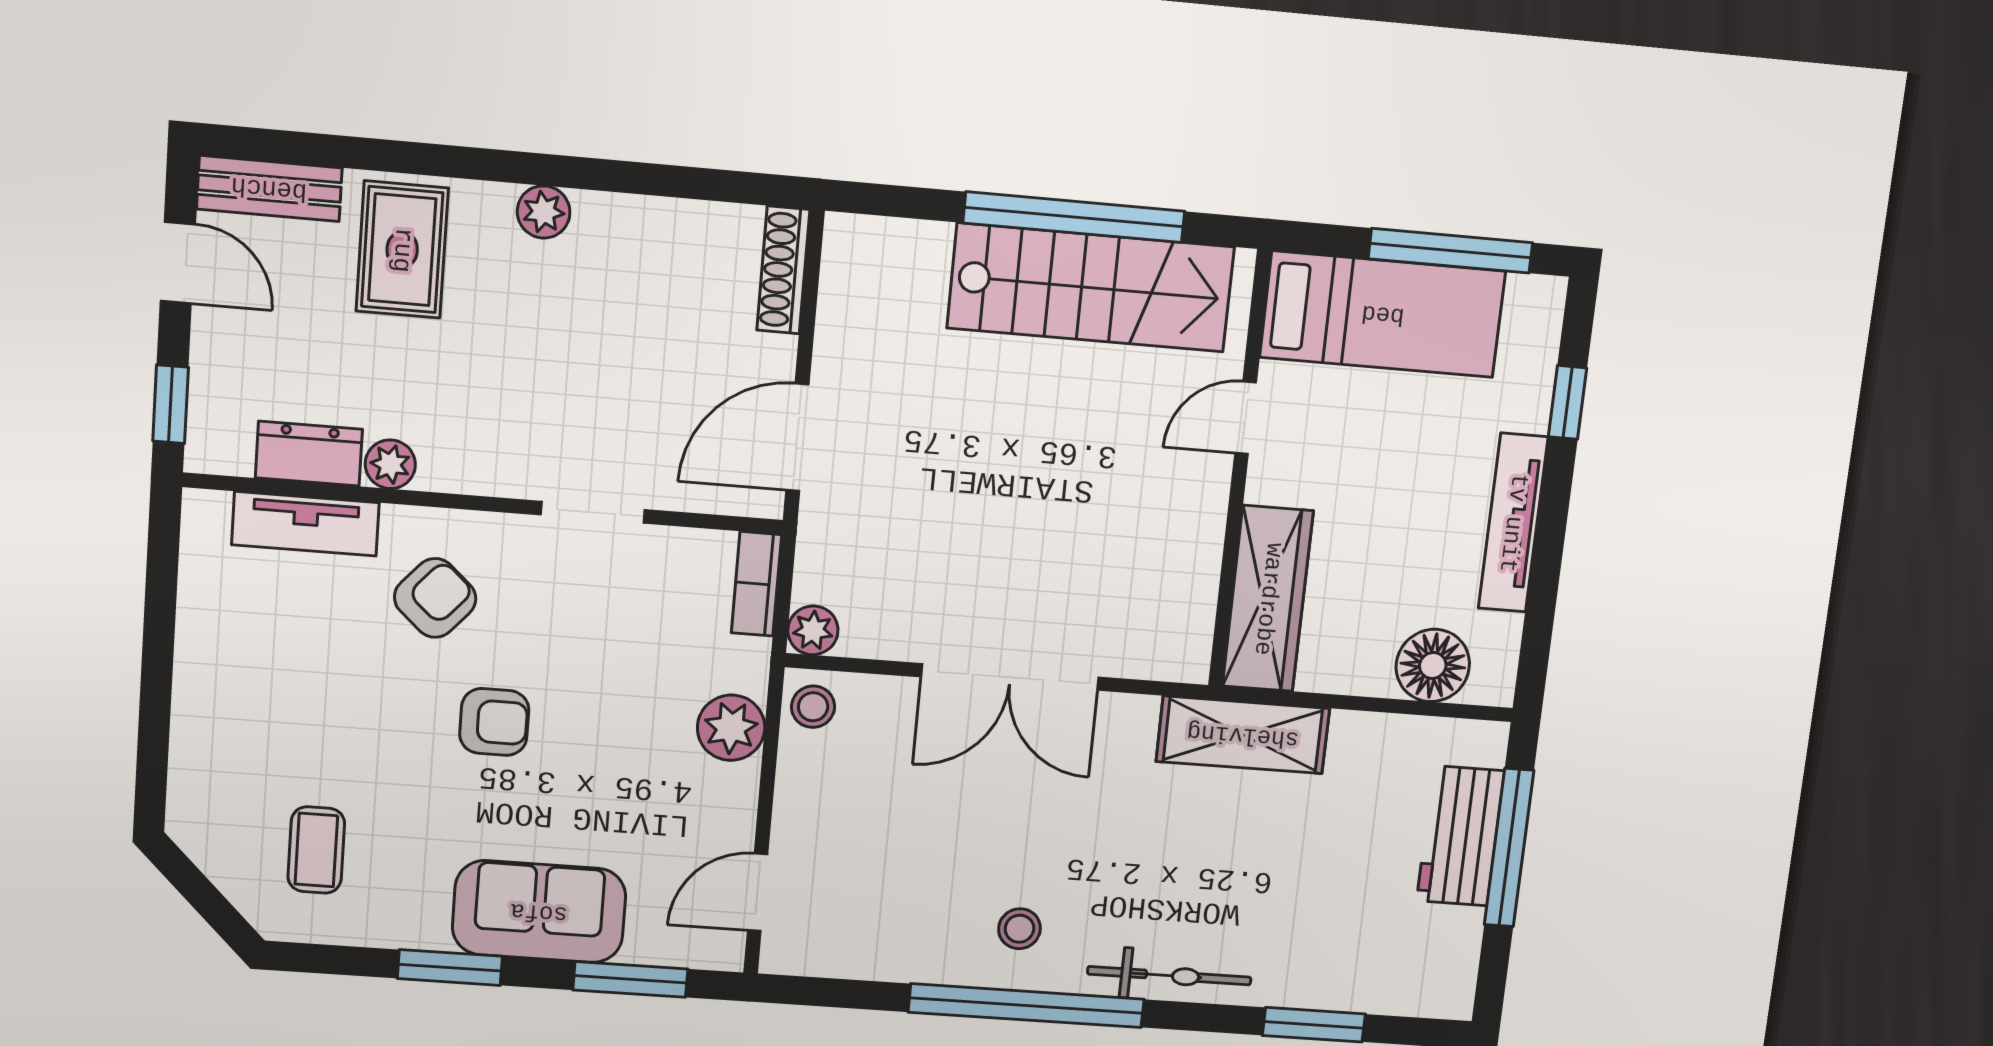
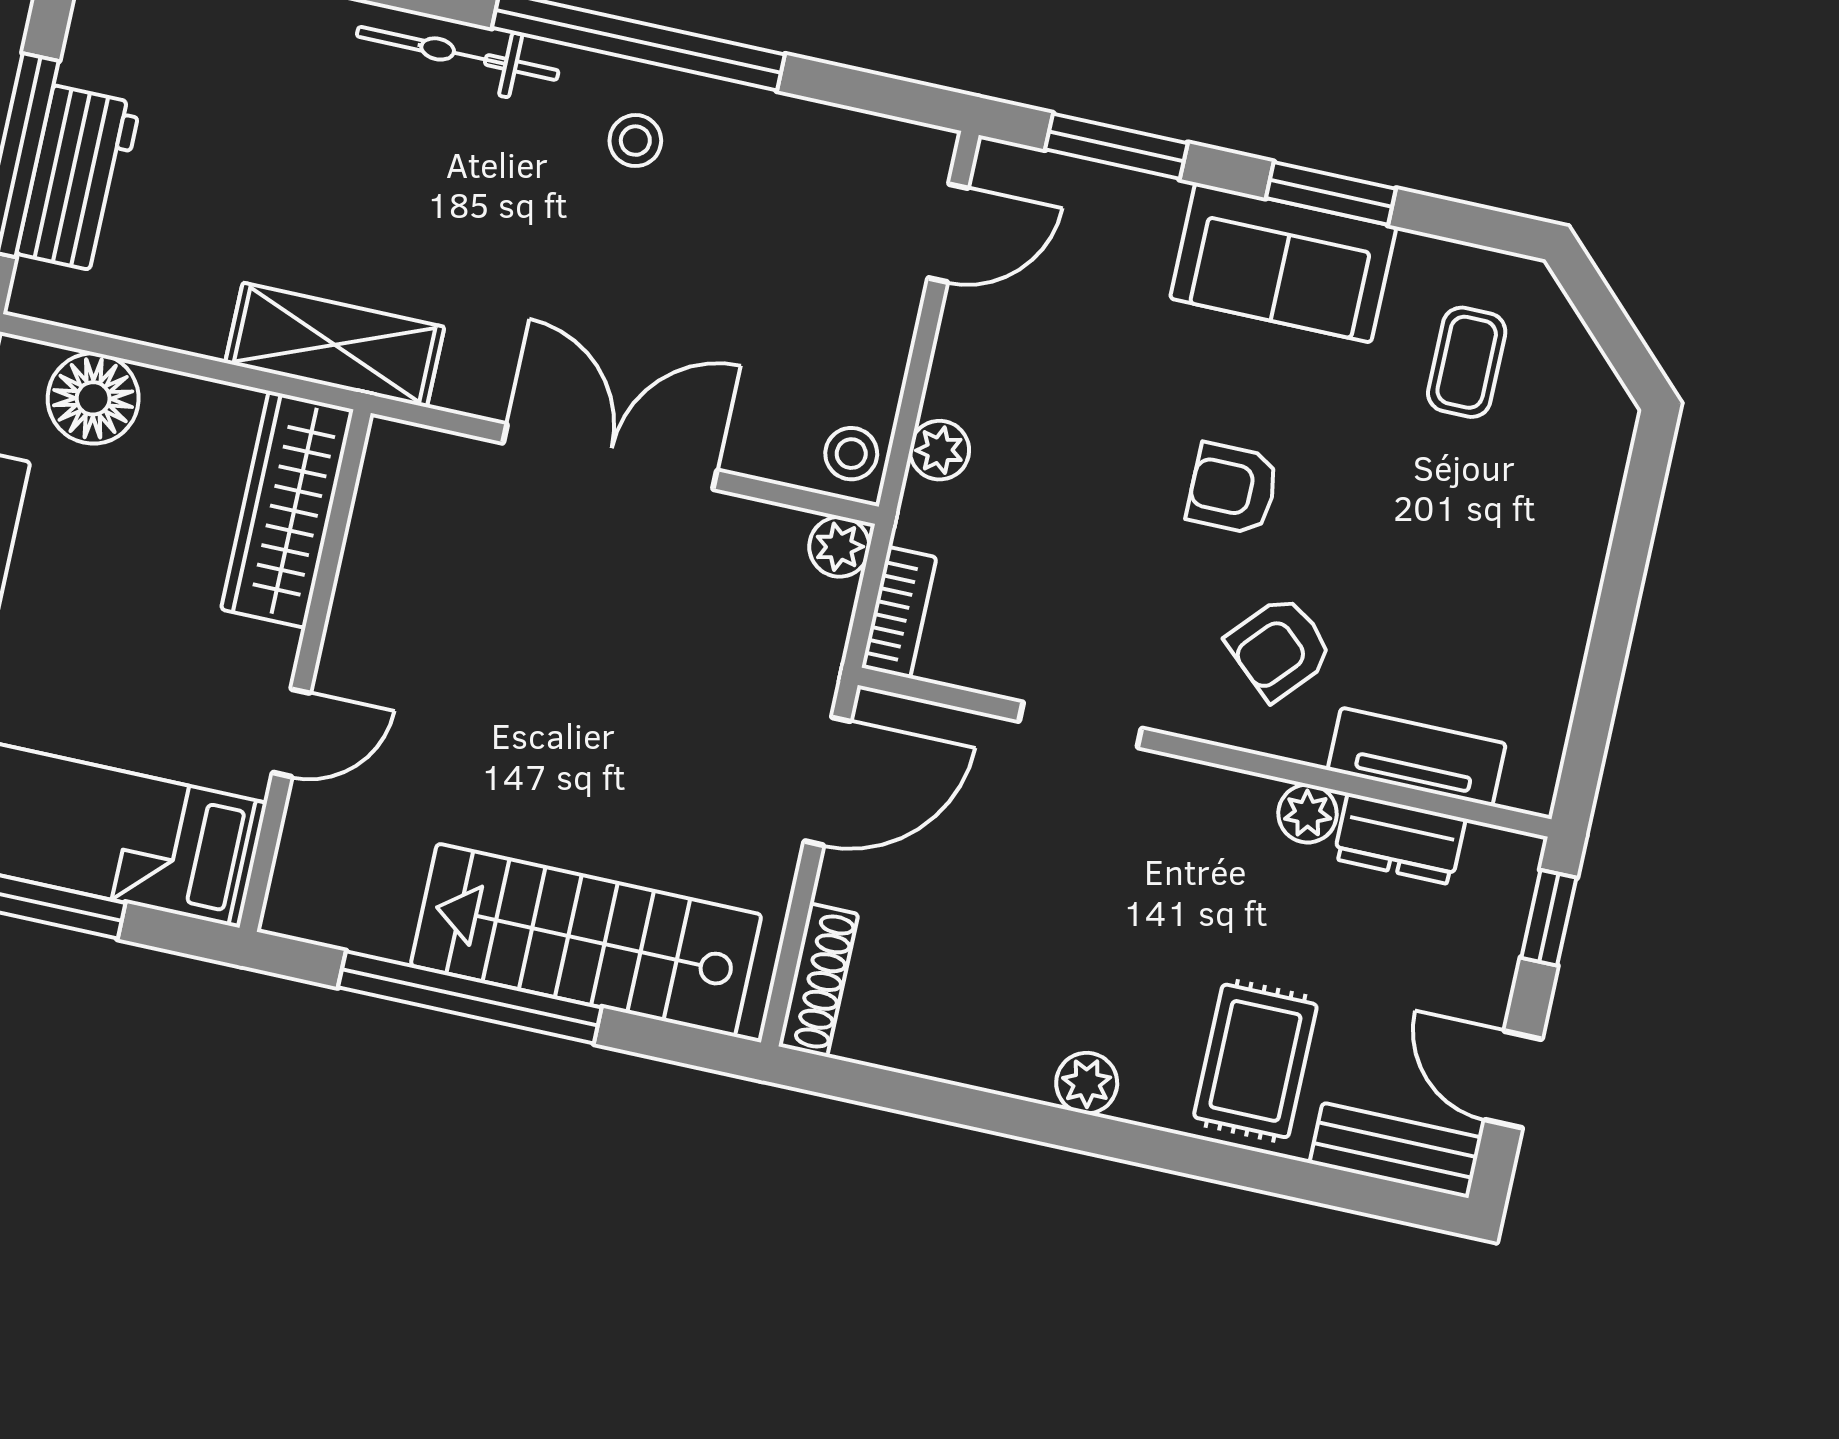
stairs: (1091, 288) -> (586, 940), moved
plant: (731, 728) -> (939, 450), width x0.73, depth x0.73
sofa: (539, 912) -> (1283, 263), moved

